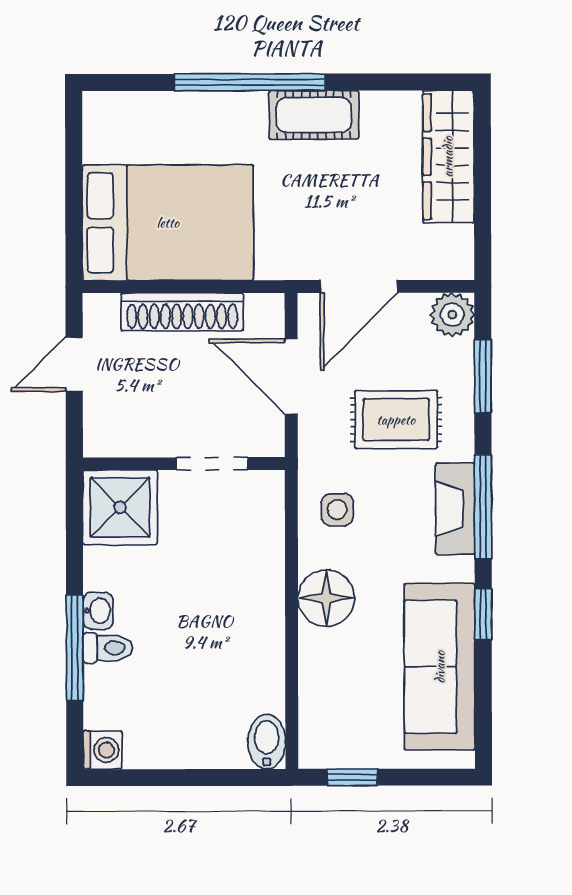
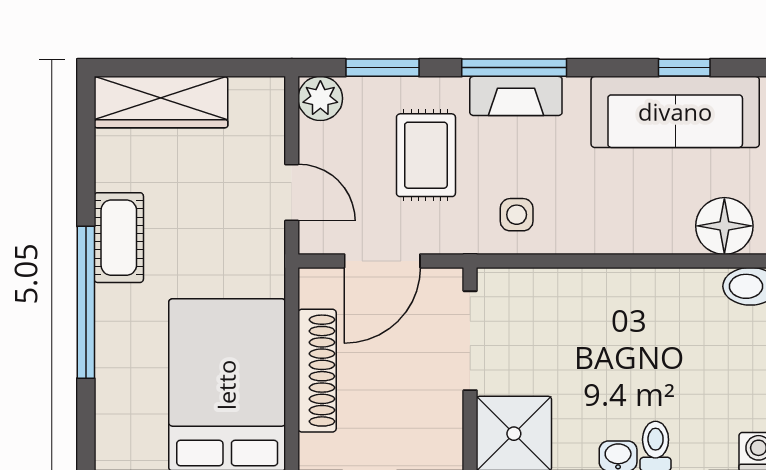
door: (359, 286) -> (292, 192), width x0.73
doorway: (212, 464) -> (470, 341), width x1.38
floor lamp: (326, 598) -> (724, 226), moved
window: (483, 614) -> (684, 68), moved

